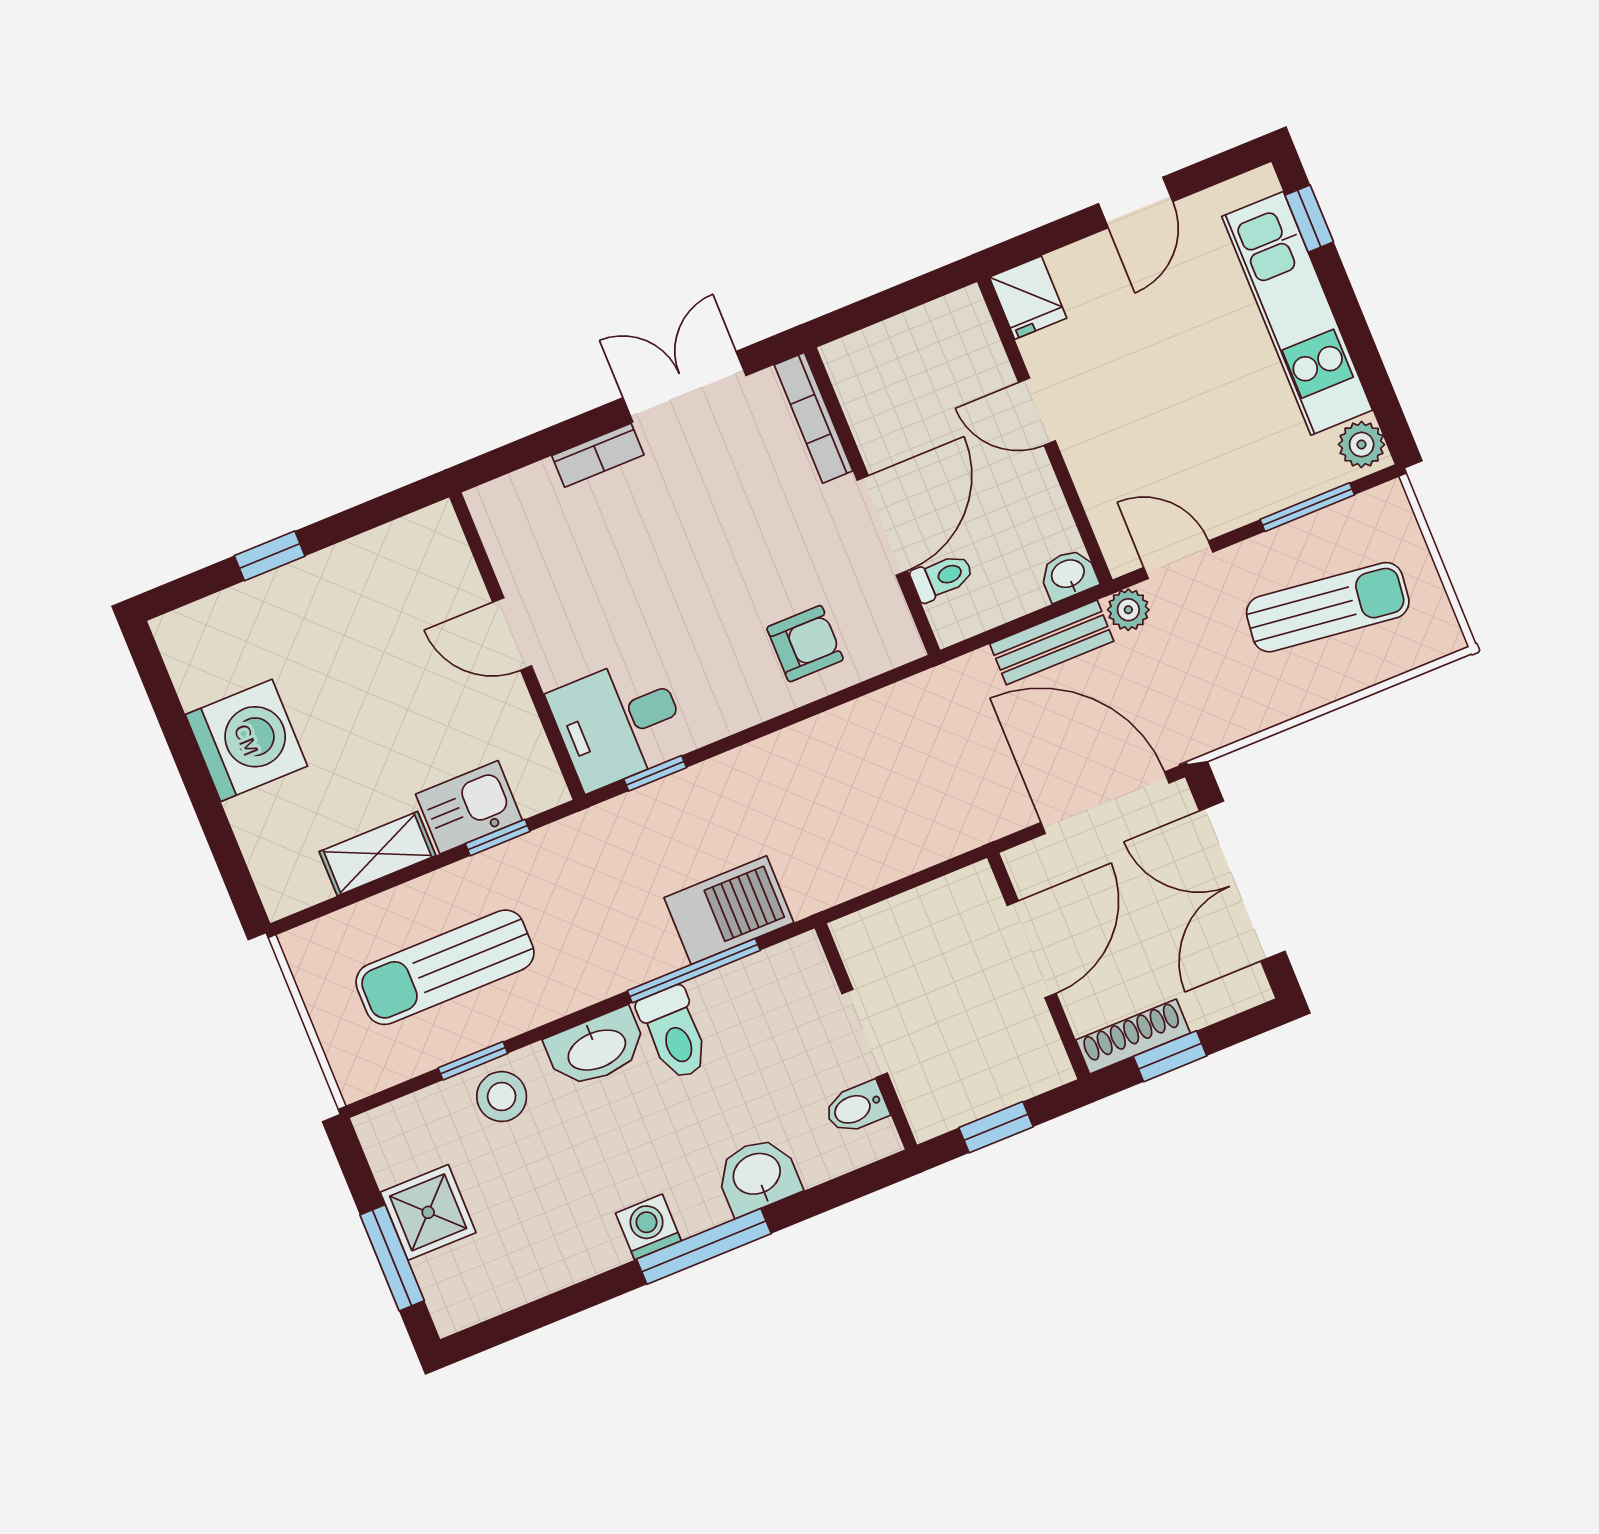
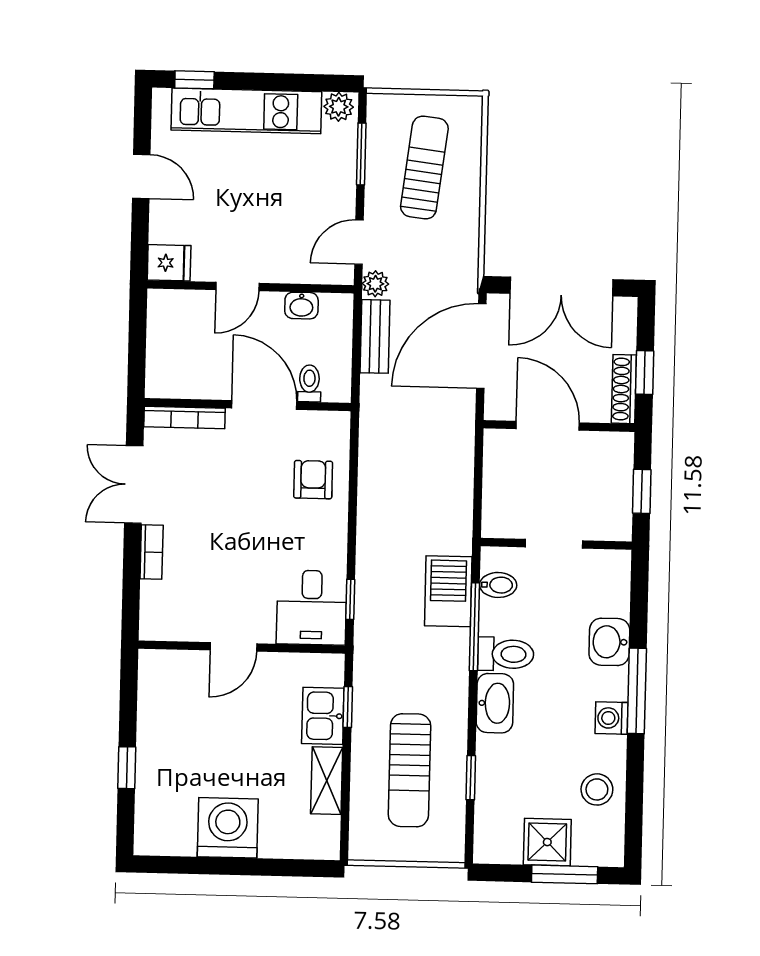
washbasin: (1068, 575) -> (301, 306), moved, turned -90
stool: (502, 1097) -> (597, 789), moved
bidet: (856, 1108) -> (498, 585), moved, turned -90

